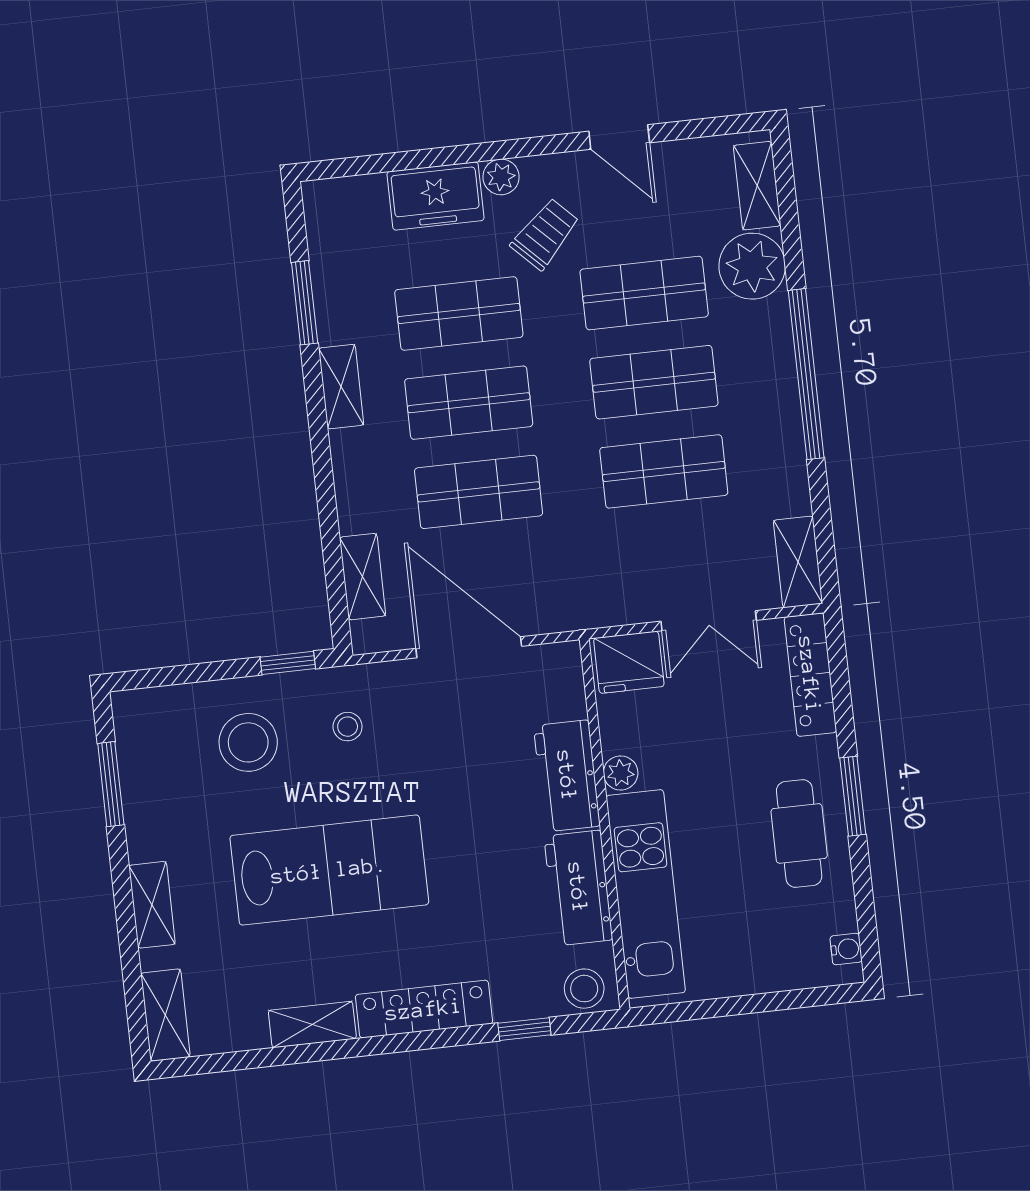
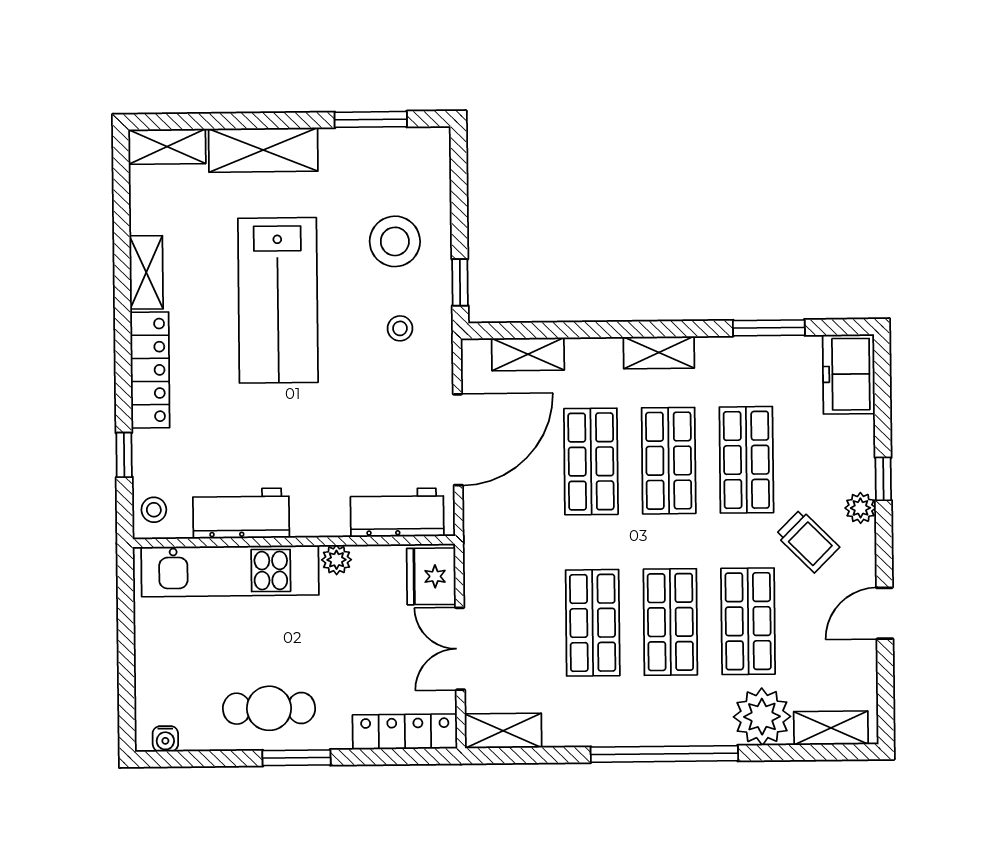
window: (465, 154) -> (883, 479), added
freezer: (435, 196) -> (849, 374), moved
shelving: (341, 387) -> (659, 352), moved
workbench: (567, 776) -> (397, 513), moved
shelving: (152, 905) -> (263, 150), width x1.50, depth x1.33
stool: (584, 989) -> (154, 510), width x0.73, depth x0.73

